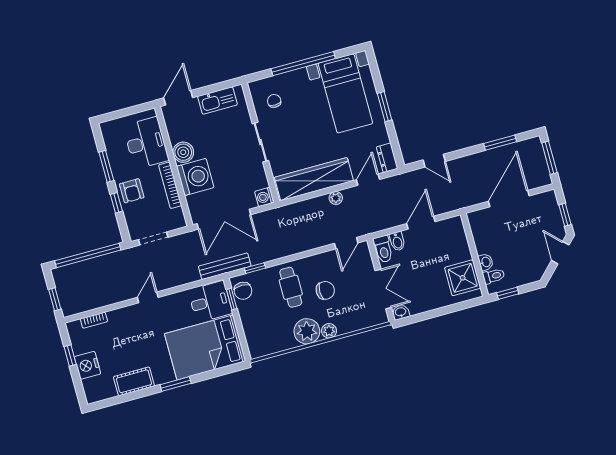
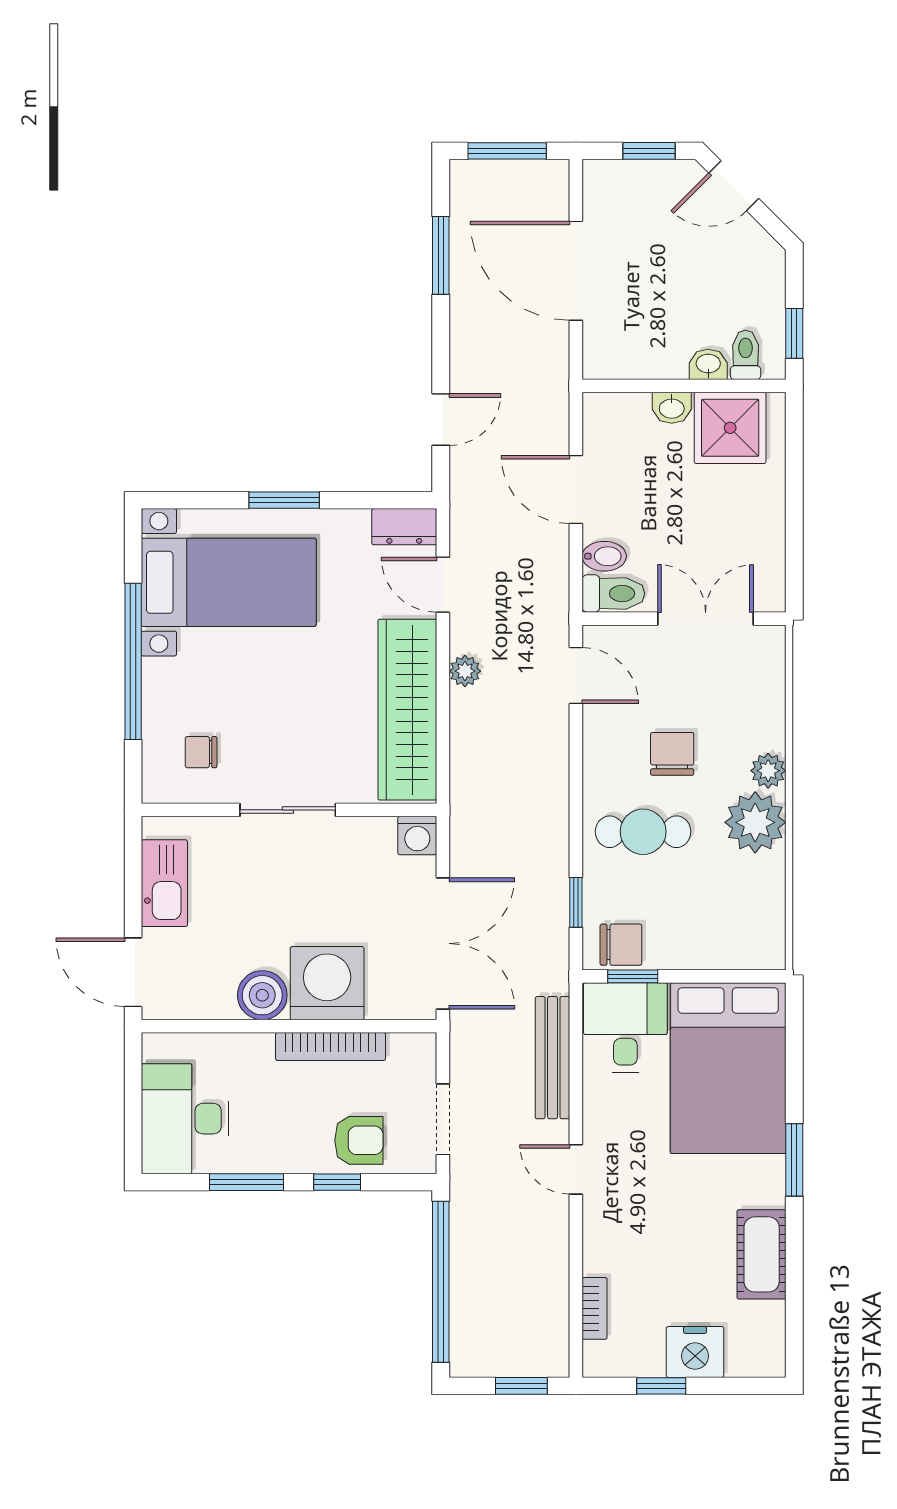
desk: (146, 143) -> (185, 1119), moved, turned -90
armchair: (132, 191) -> (359, 1140), moved
bench: (225, 266) -> (553, 1058), moved
washbasin: (401, 312) -> (672, 408), moved, turned -90

